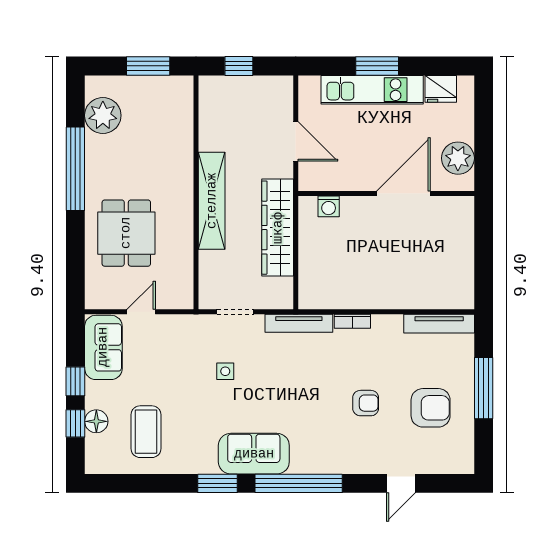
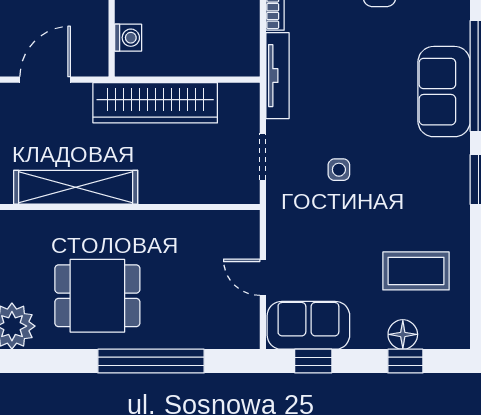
window: (75, 169) -> (151, 361), moved
shelving: (212, 201) -> (76, 187), moved
dining table: (126, 233) -> (97, 296), moved
window: (75, 381) -> (313, 361), moved
sofa: (254, 454) -> (444, 92), moved

